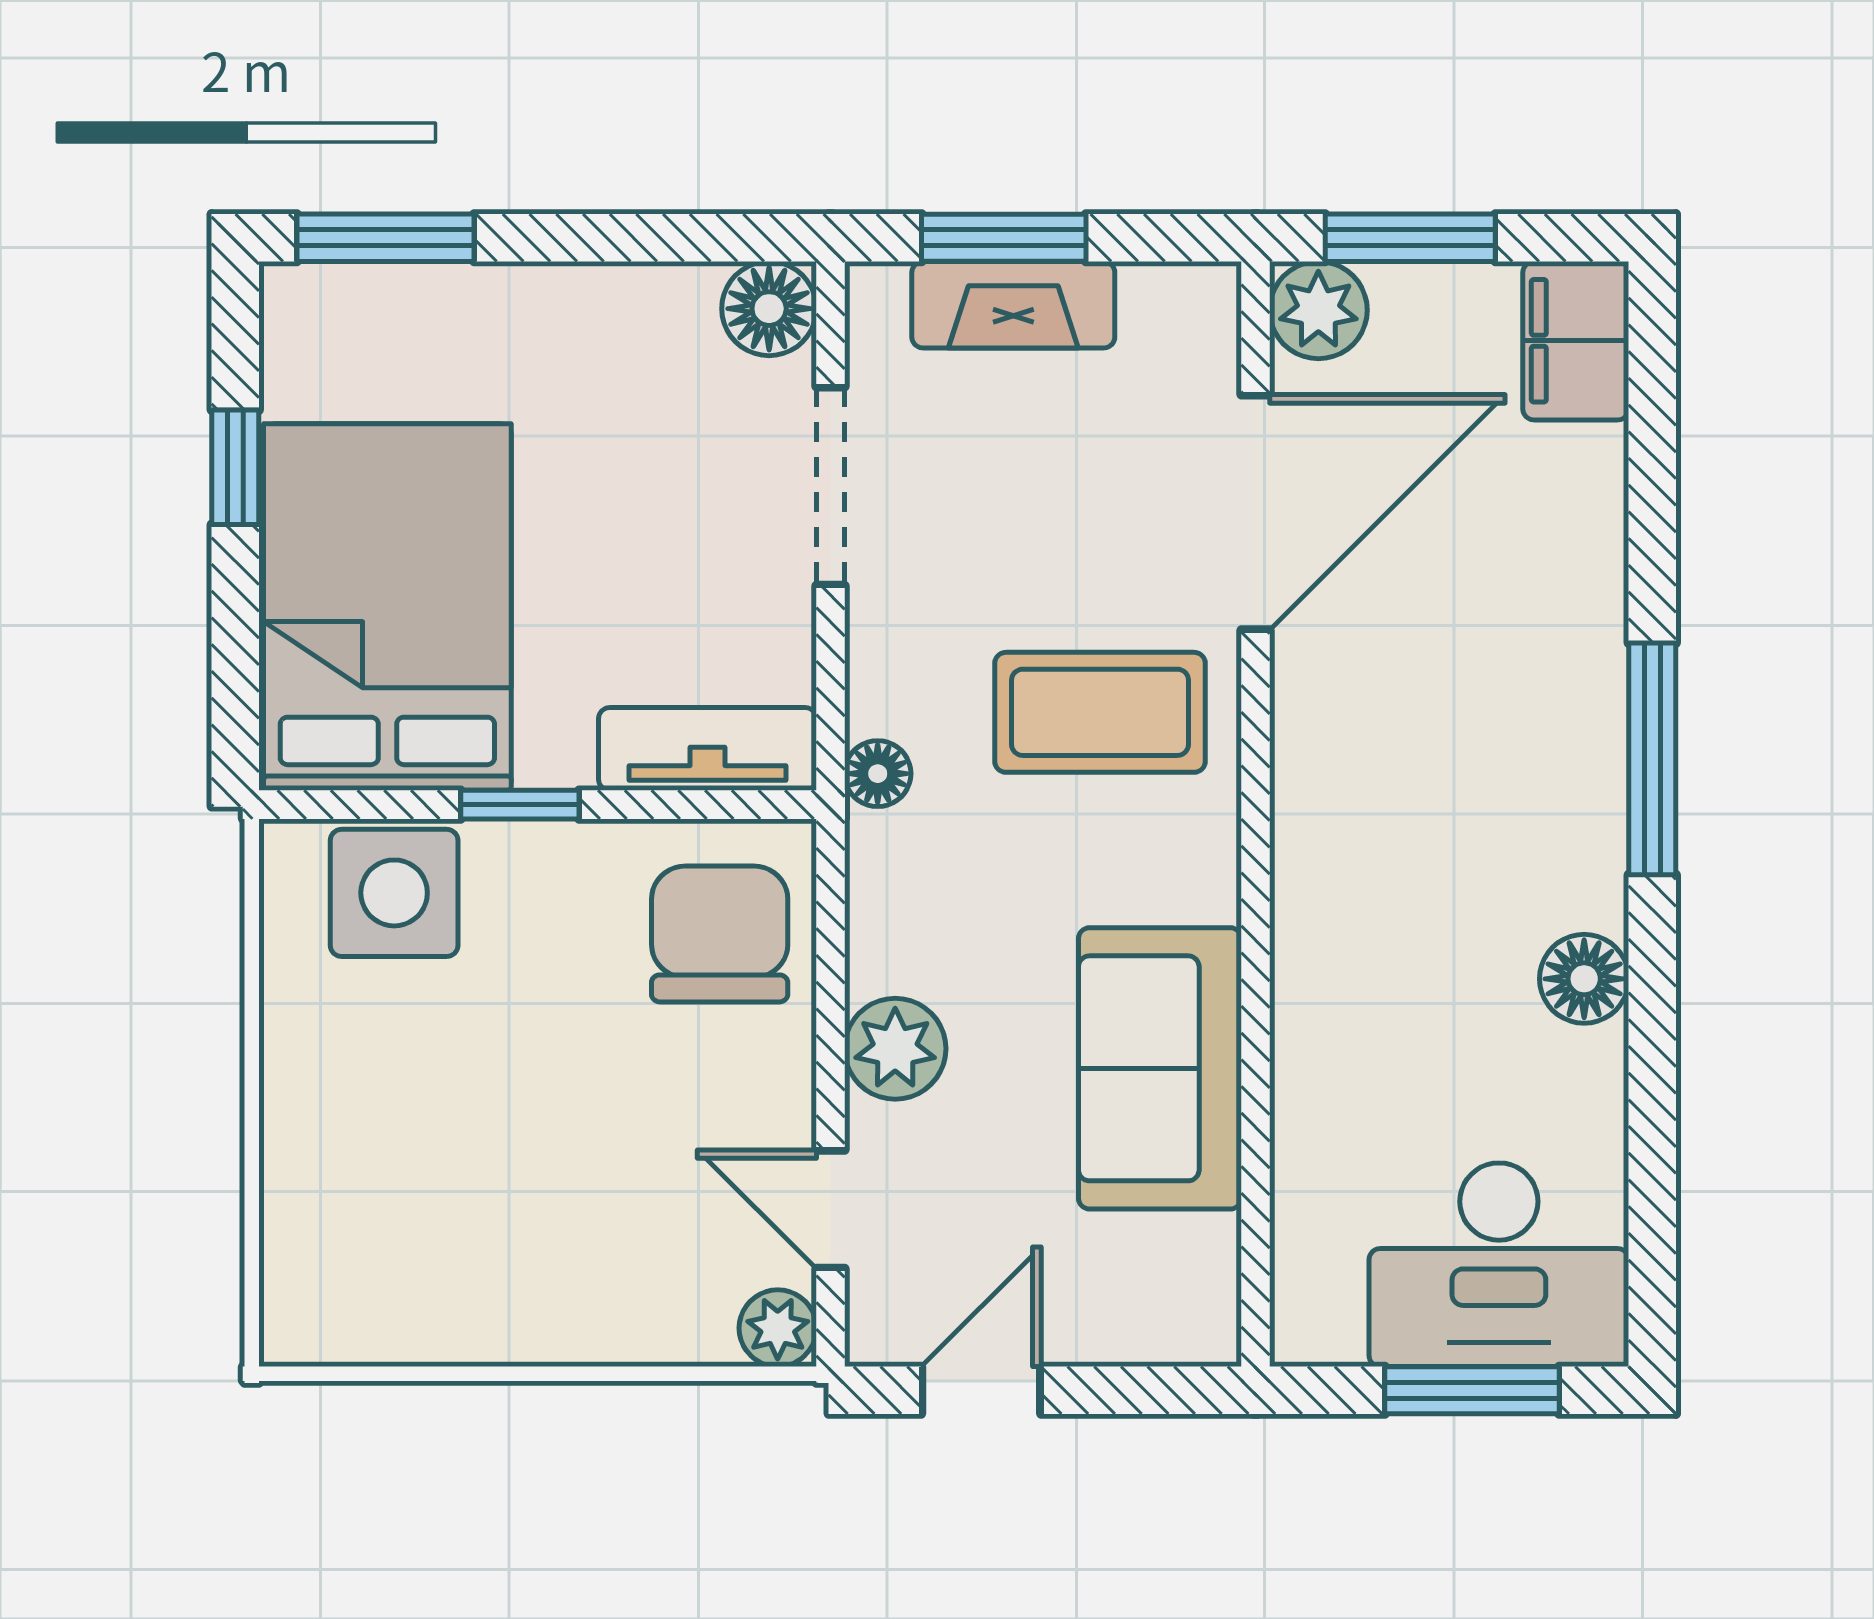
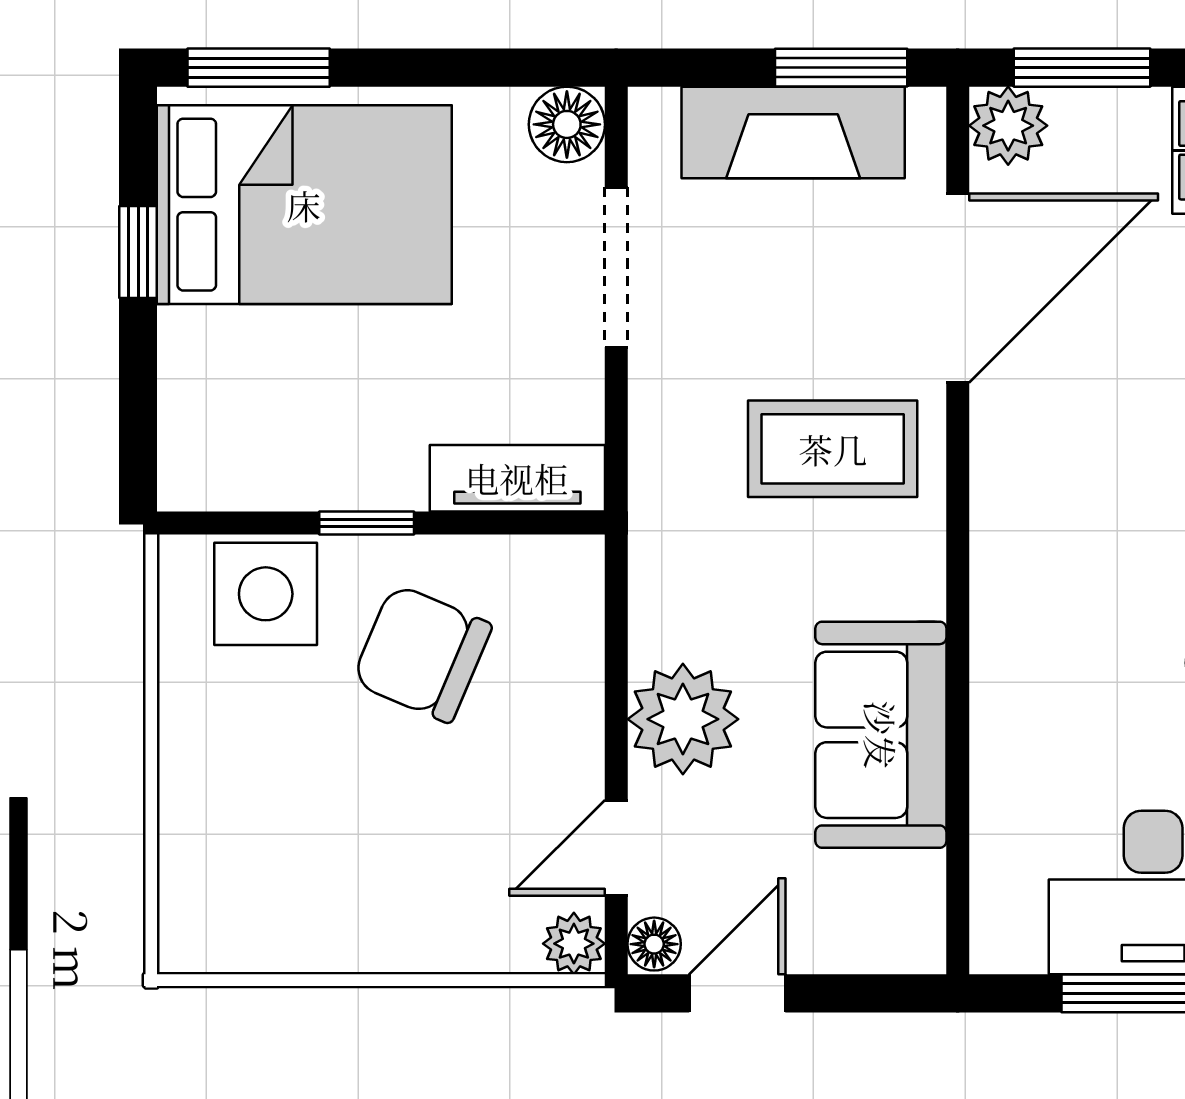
window: (1004, 238) -> (841, 68), moved
fireplace: (1013, 305) -> (793, 132), width x1.37, depth x1.32
bed: (387, 607) -> (304, 205), moved, turned 90
floor lamp: (878, 774) -> (654, 944), moved
chair: (720, 934) -> (422, 653), moved, turned -67
plant: (895, 1049) -> (683, 719), width x1.36, depth x1.36
door: (830, 1209) -> (616, 848), hinge flipped

